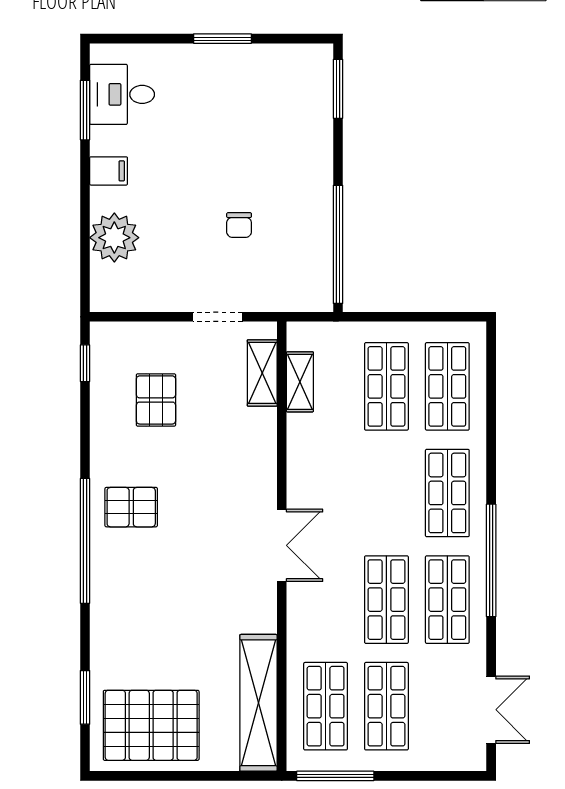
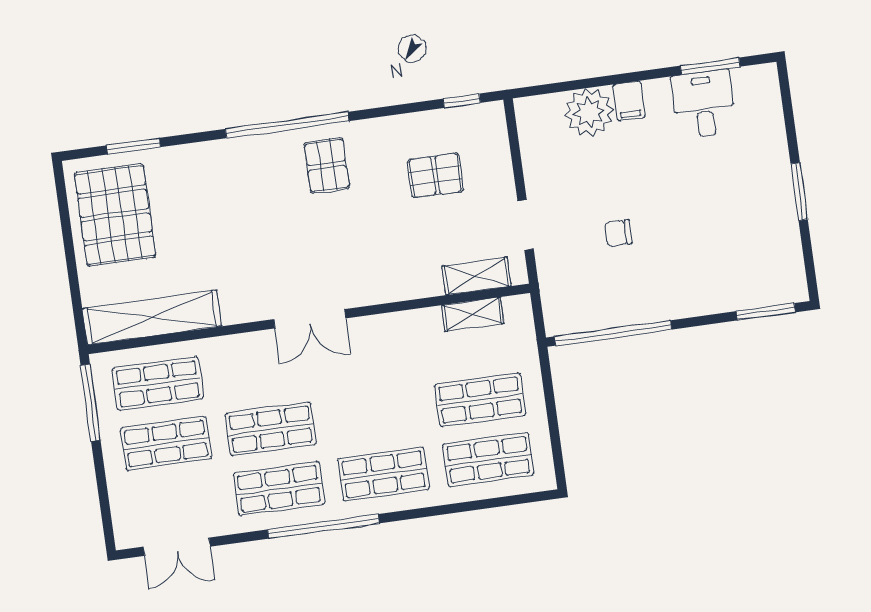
desk: (122, 94) -> (704, 104), moved
filing cabinet: (109, 171) -> (629, 101), moved

